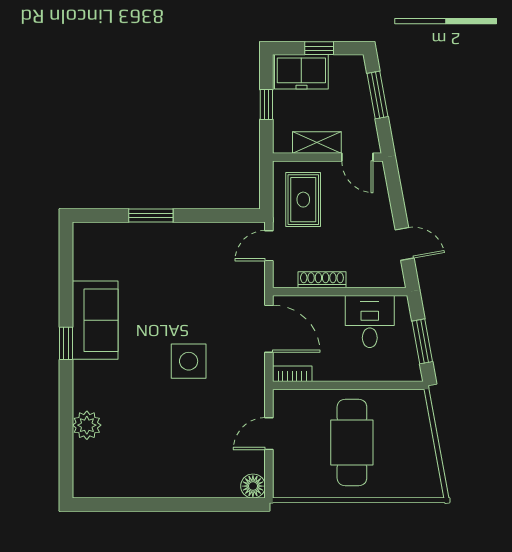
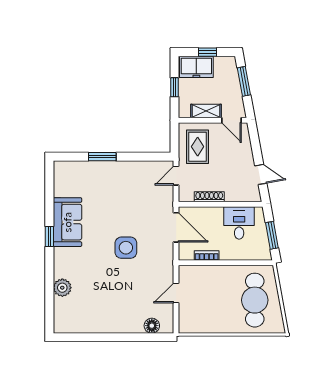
bookcase: (292, 374) -> (207, 256), moved
cafe table: (352, 443) -> (255, 300), moved
floor lamp: (253, 486) -> (152, 326), moved

